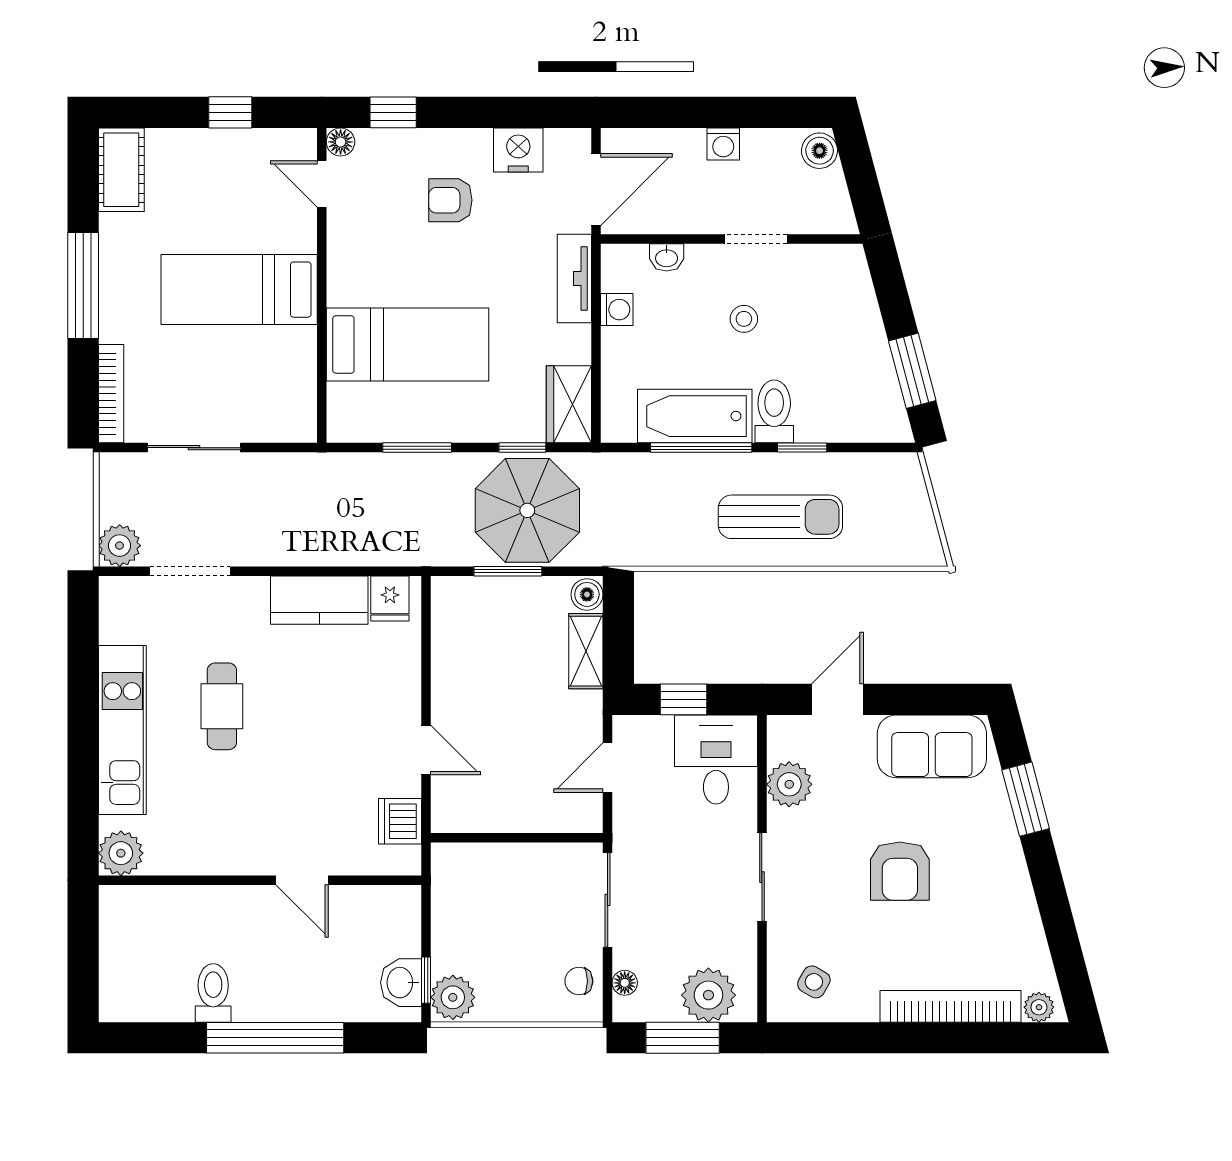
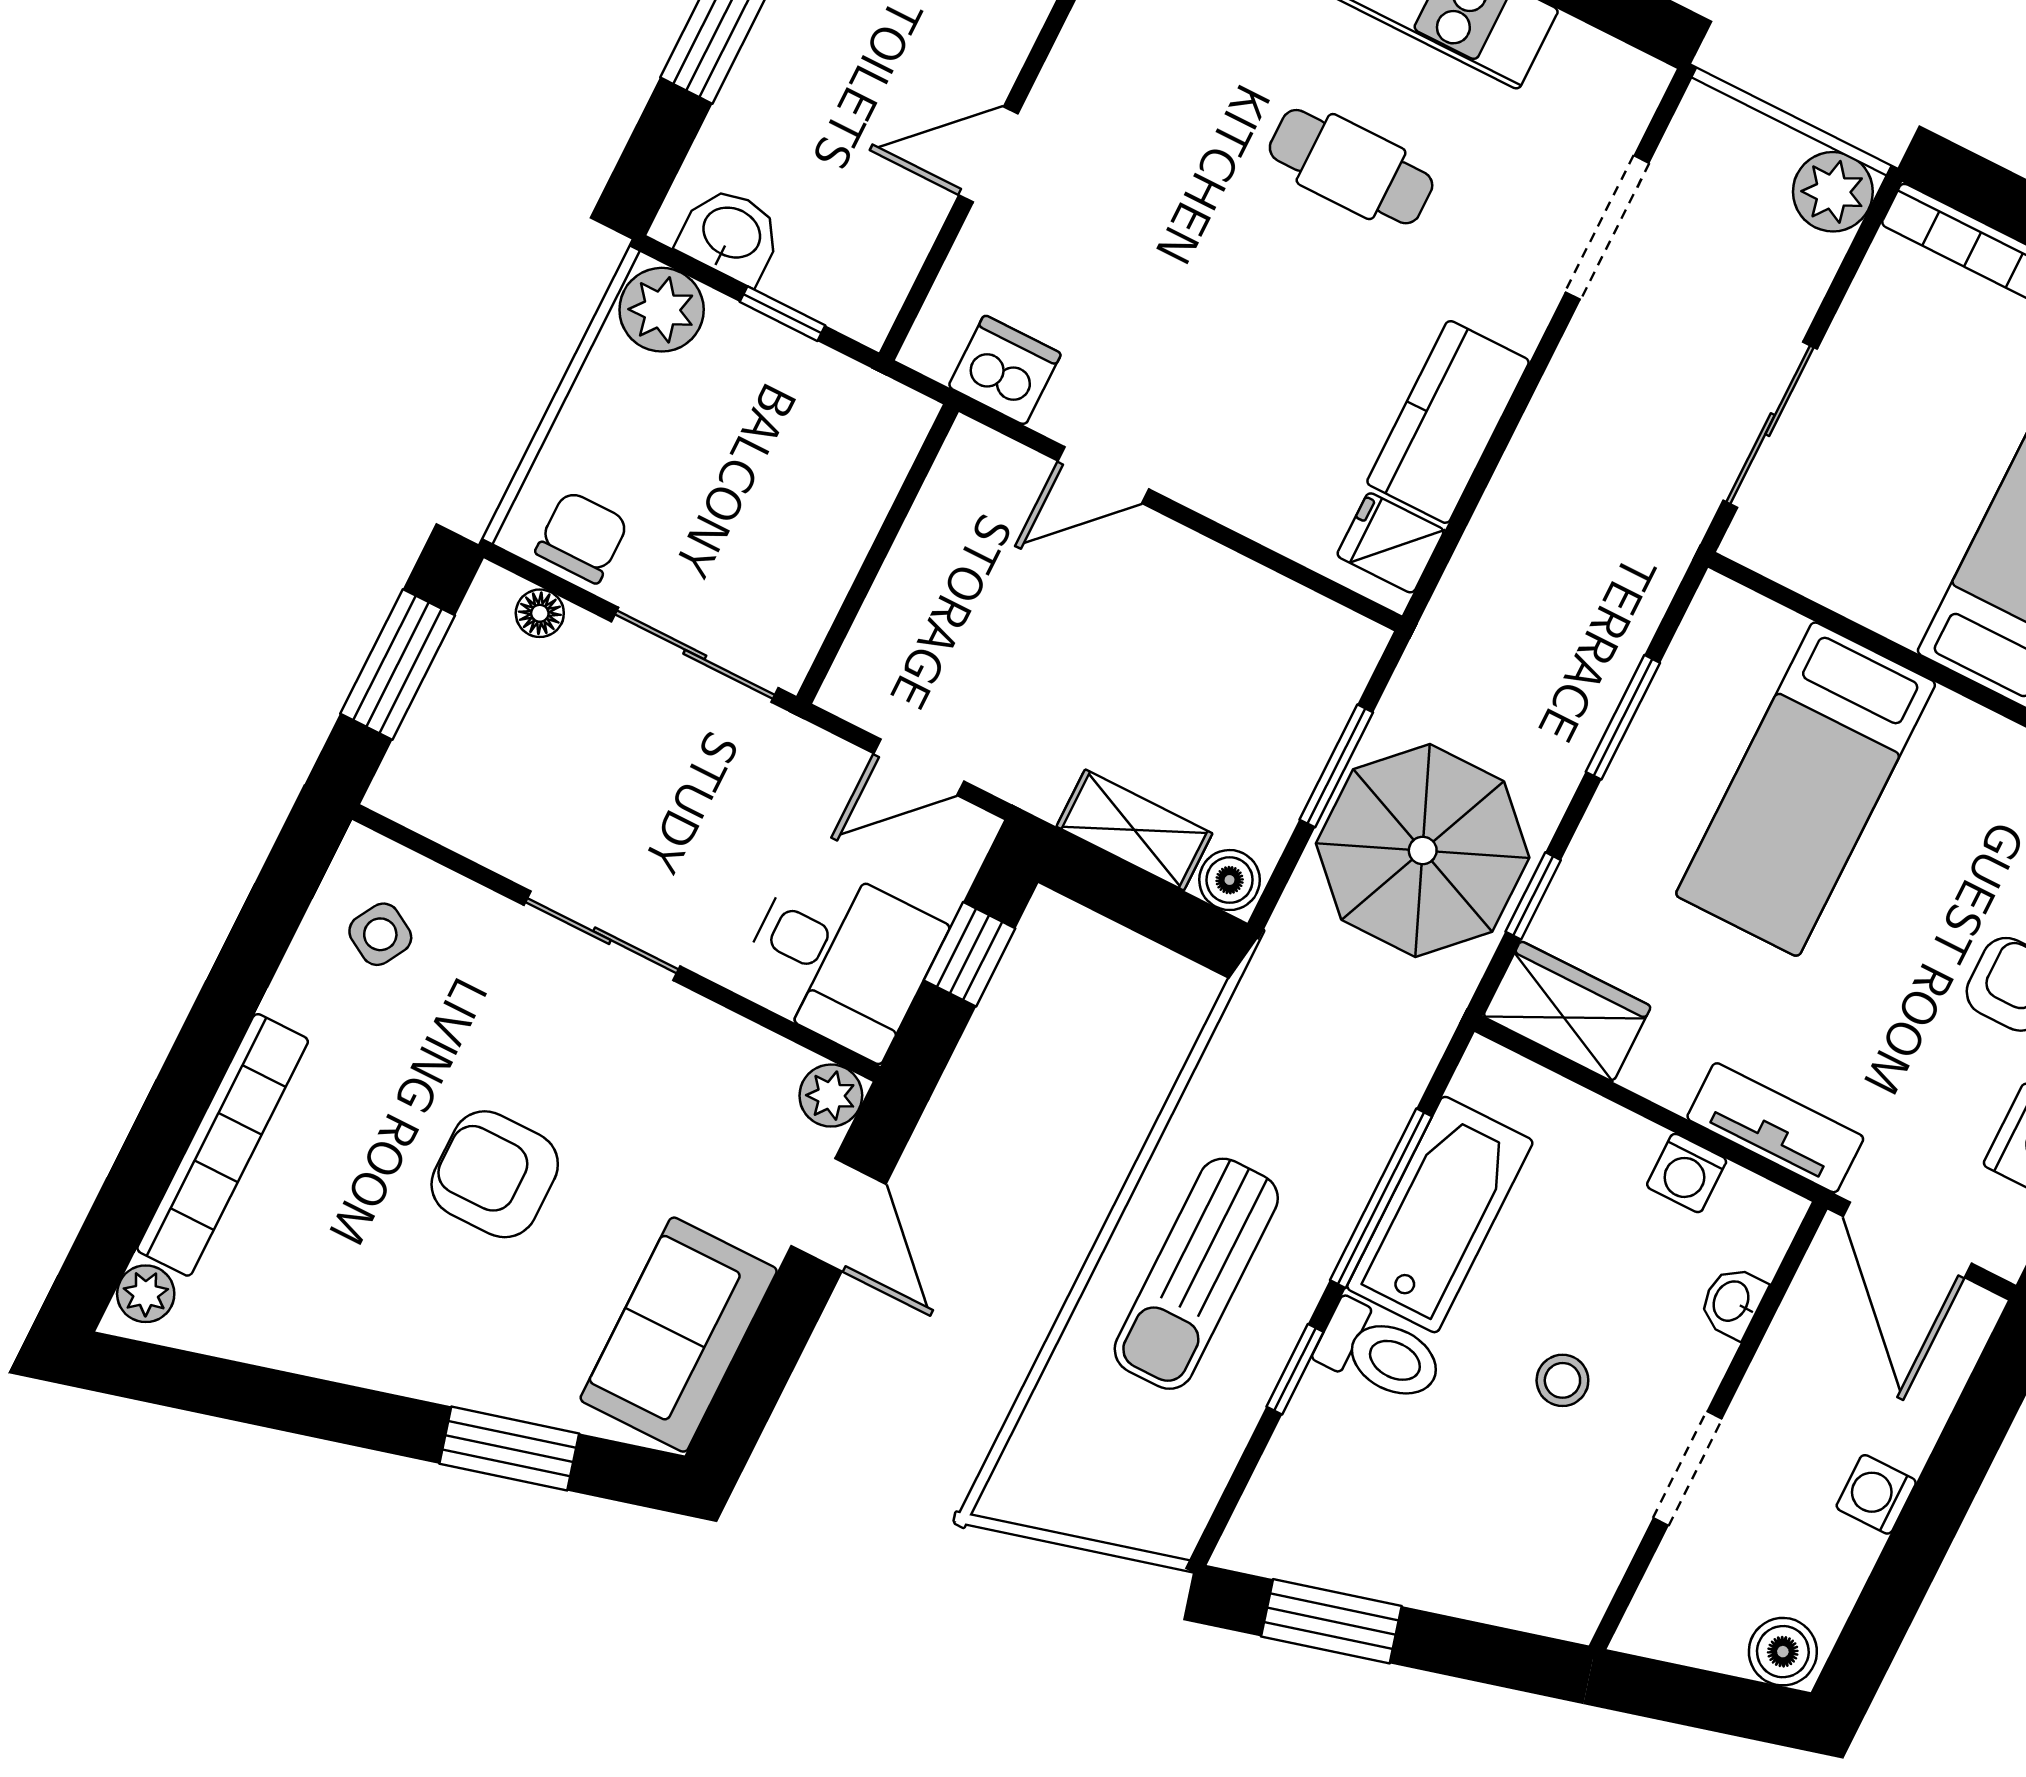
sliding door: (194, 448) -> (1770, 425), moved
plant: (120, 546) -> (1833, 192), moved
door: (608, 768) -> (919, 767), swing flipped
plant: (789, 784) -> (831, 1096), moved, width x0.73, depth x0.73
window: (426, 980) -> (782, 314), moved
chair: (579, 981) -> (582, 537), width x1.37, depth x1.37
plant: (708, 995) -> (448, 744), removed

